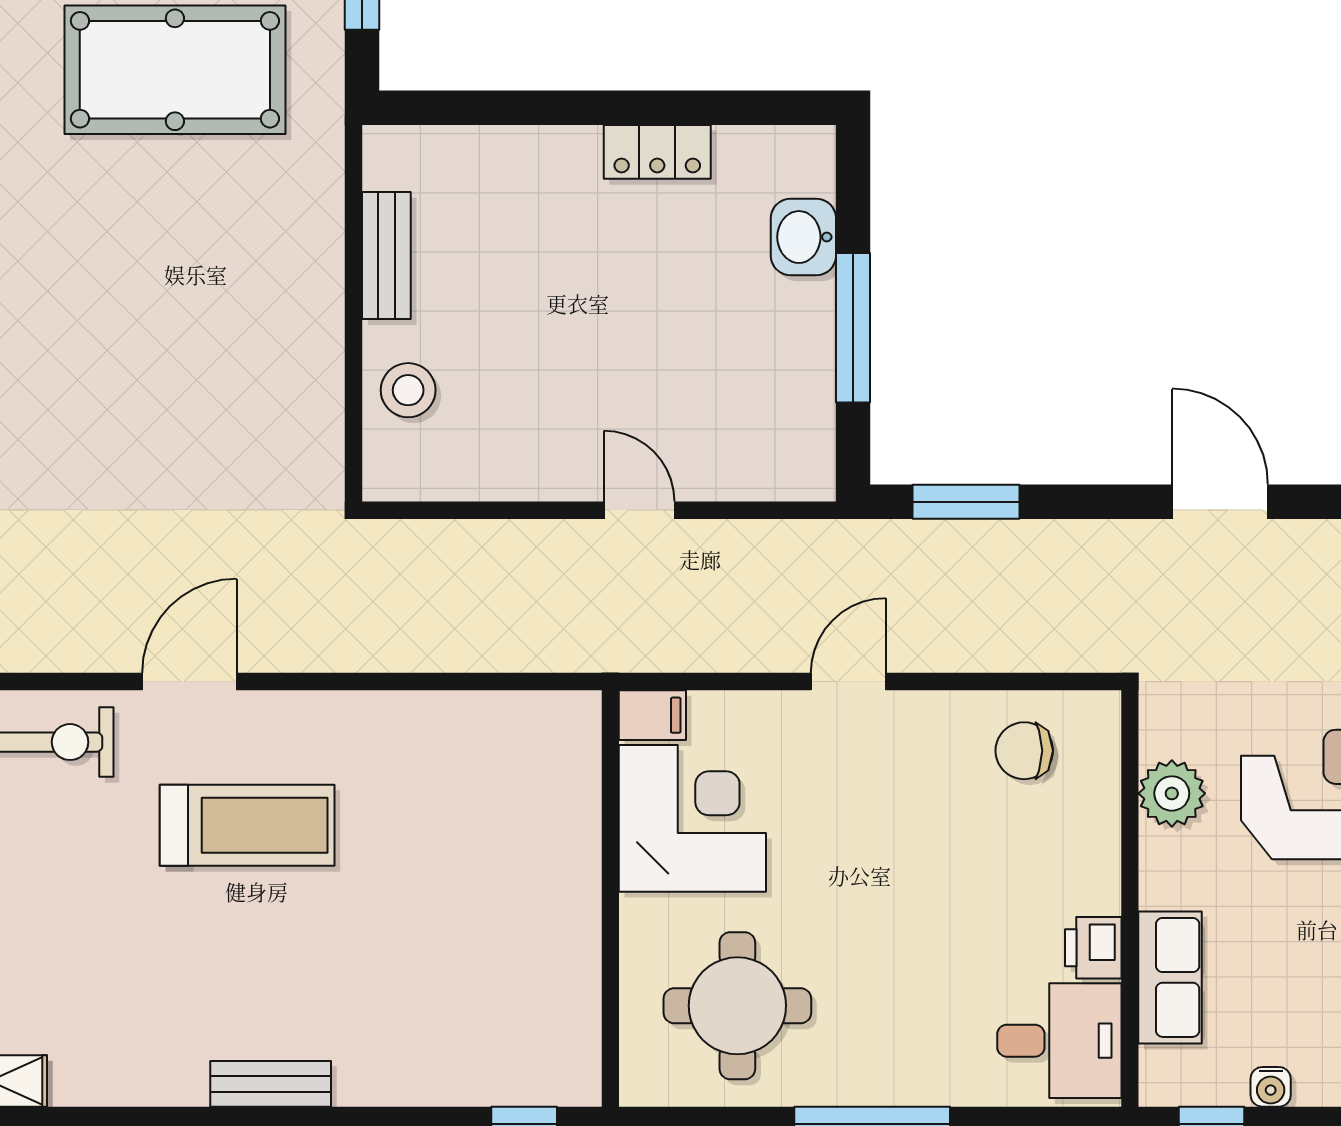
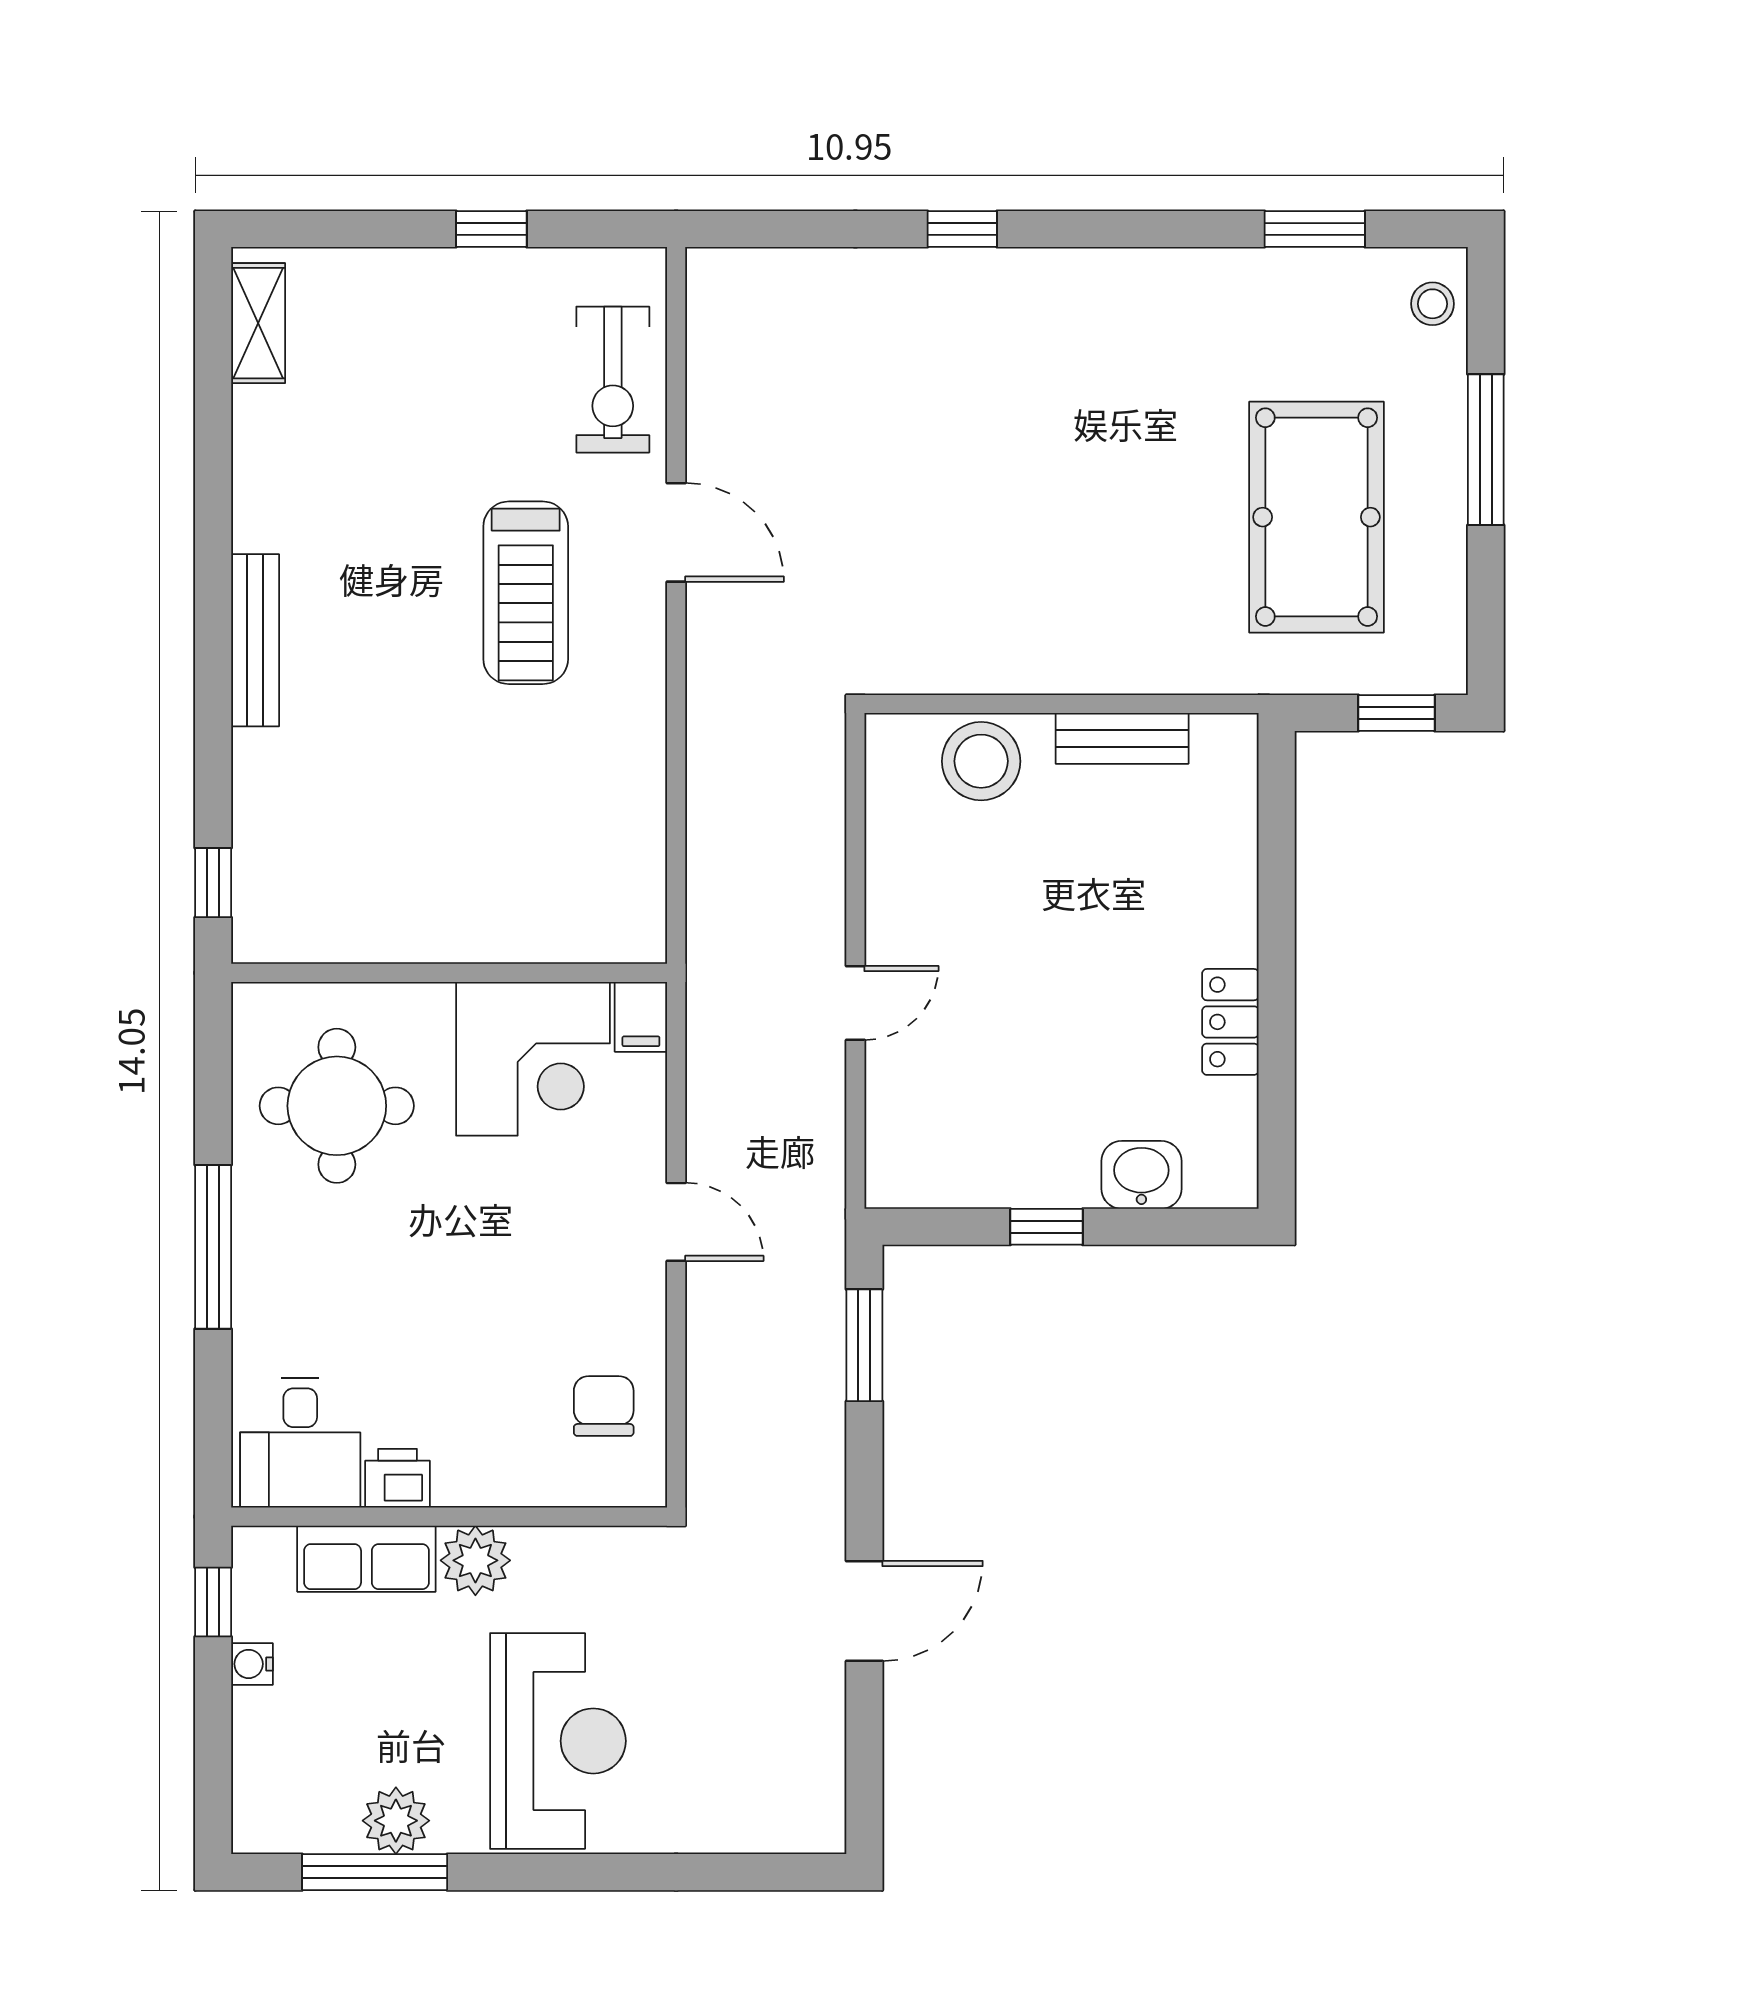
window: (853, 328) -> (1046, 1227), width x0.46
stool: (408, 390) -> (981, 761), width x1.38, depth x1.38
plant: (1172, 793) -> (475, 1560), moved
bench: (271, 1084) -> (255, 640), width x1.36

